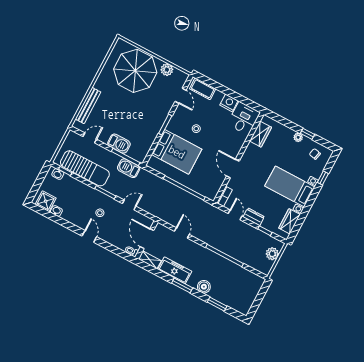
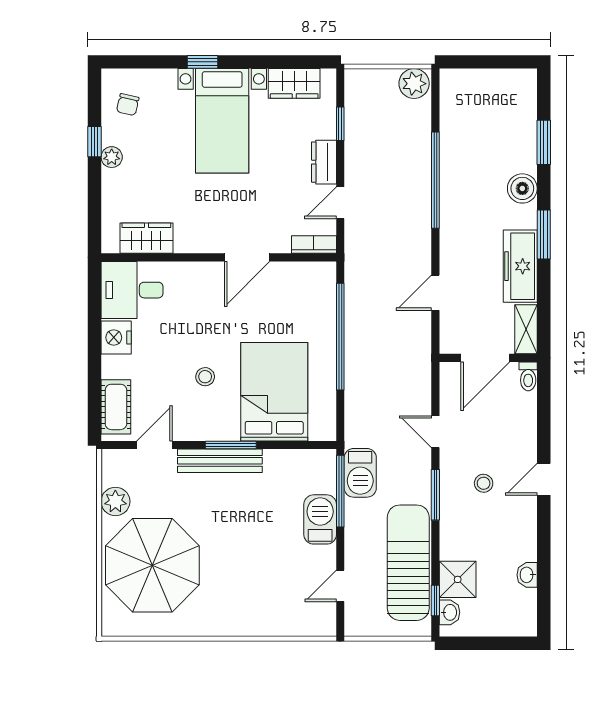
bench: (88, 106) -> (220, 461), moved
door: (90, 138) -> (340, 586), hinge flipped
window: (323, 178) -> (203, 62), moved
shower: (46, 201) -> (458, 579), moved
plant: (272, 254) -> (414, 84), moved

